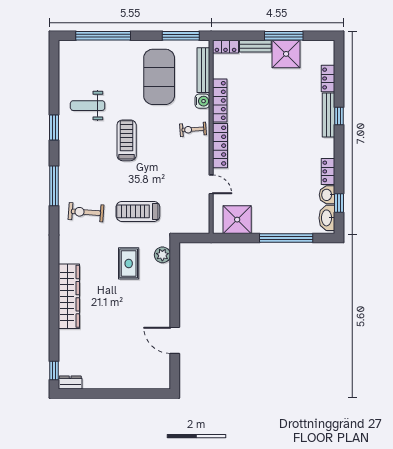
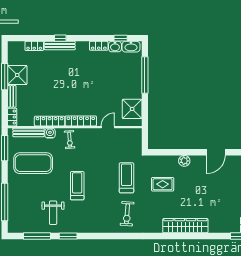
treadmill: (127, 140) -> (77, 186), turned 90
window: (54, 186) -> (37, 236), moved
treadmill: (138, 211) -> (127, 178), turned 180
plant: (162, 255) -> (184, 161), moved

